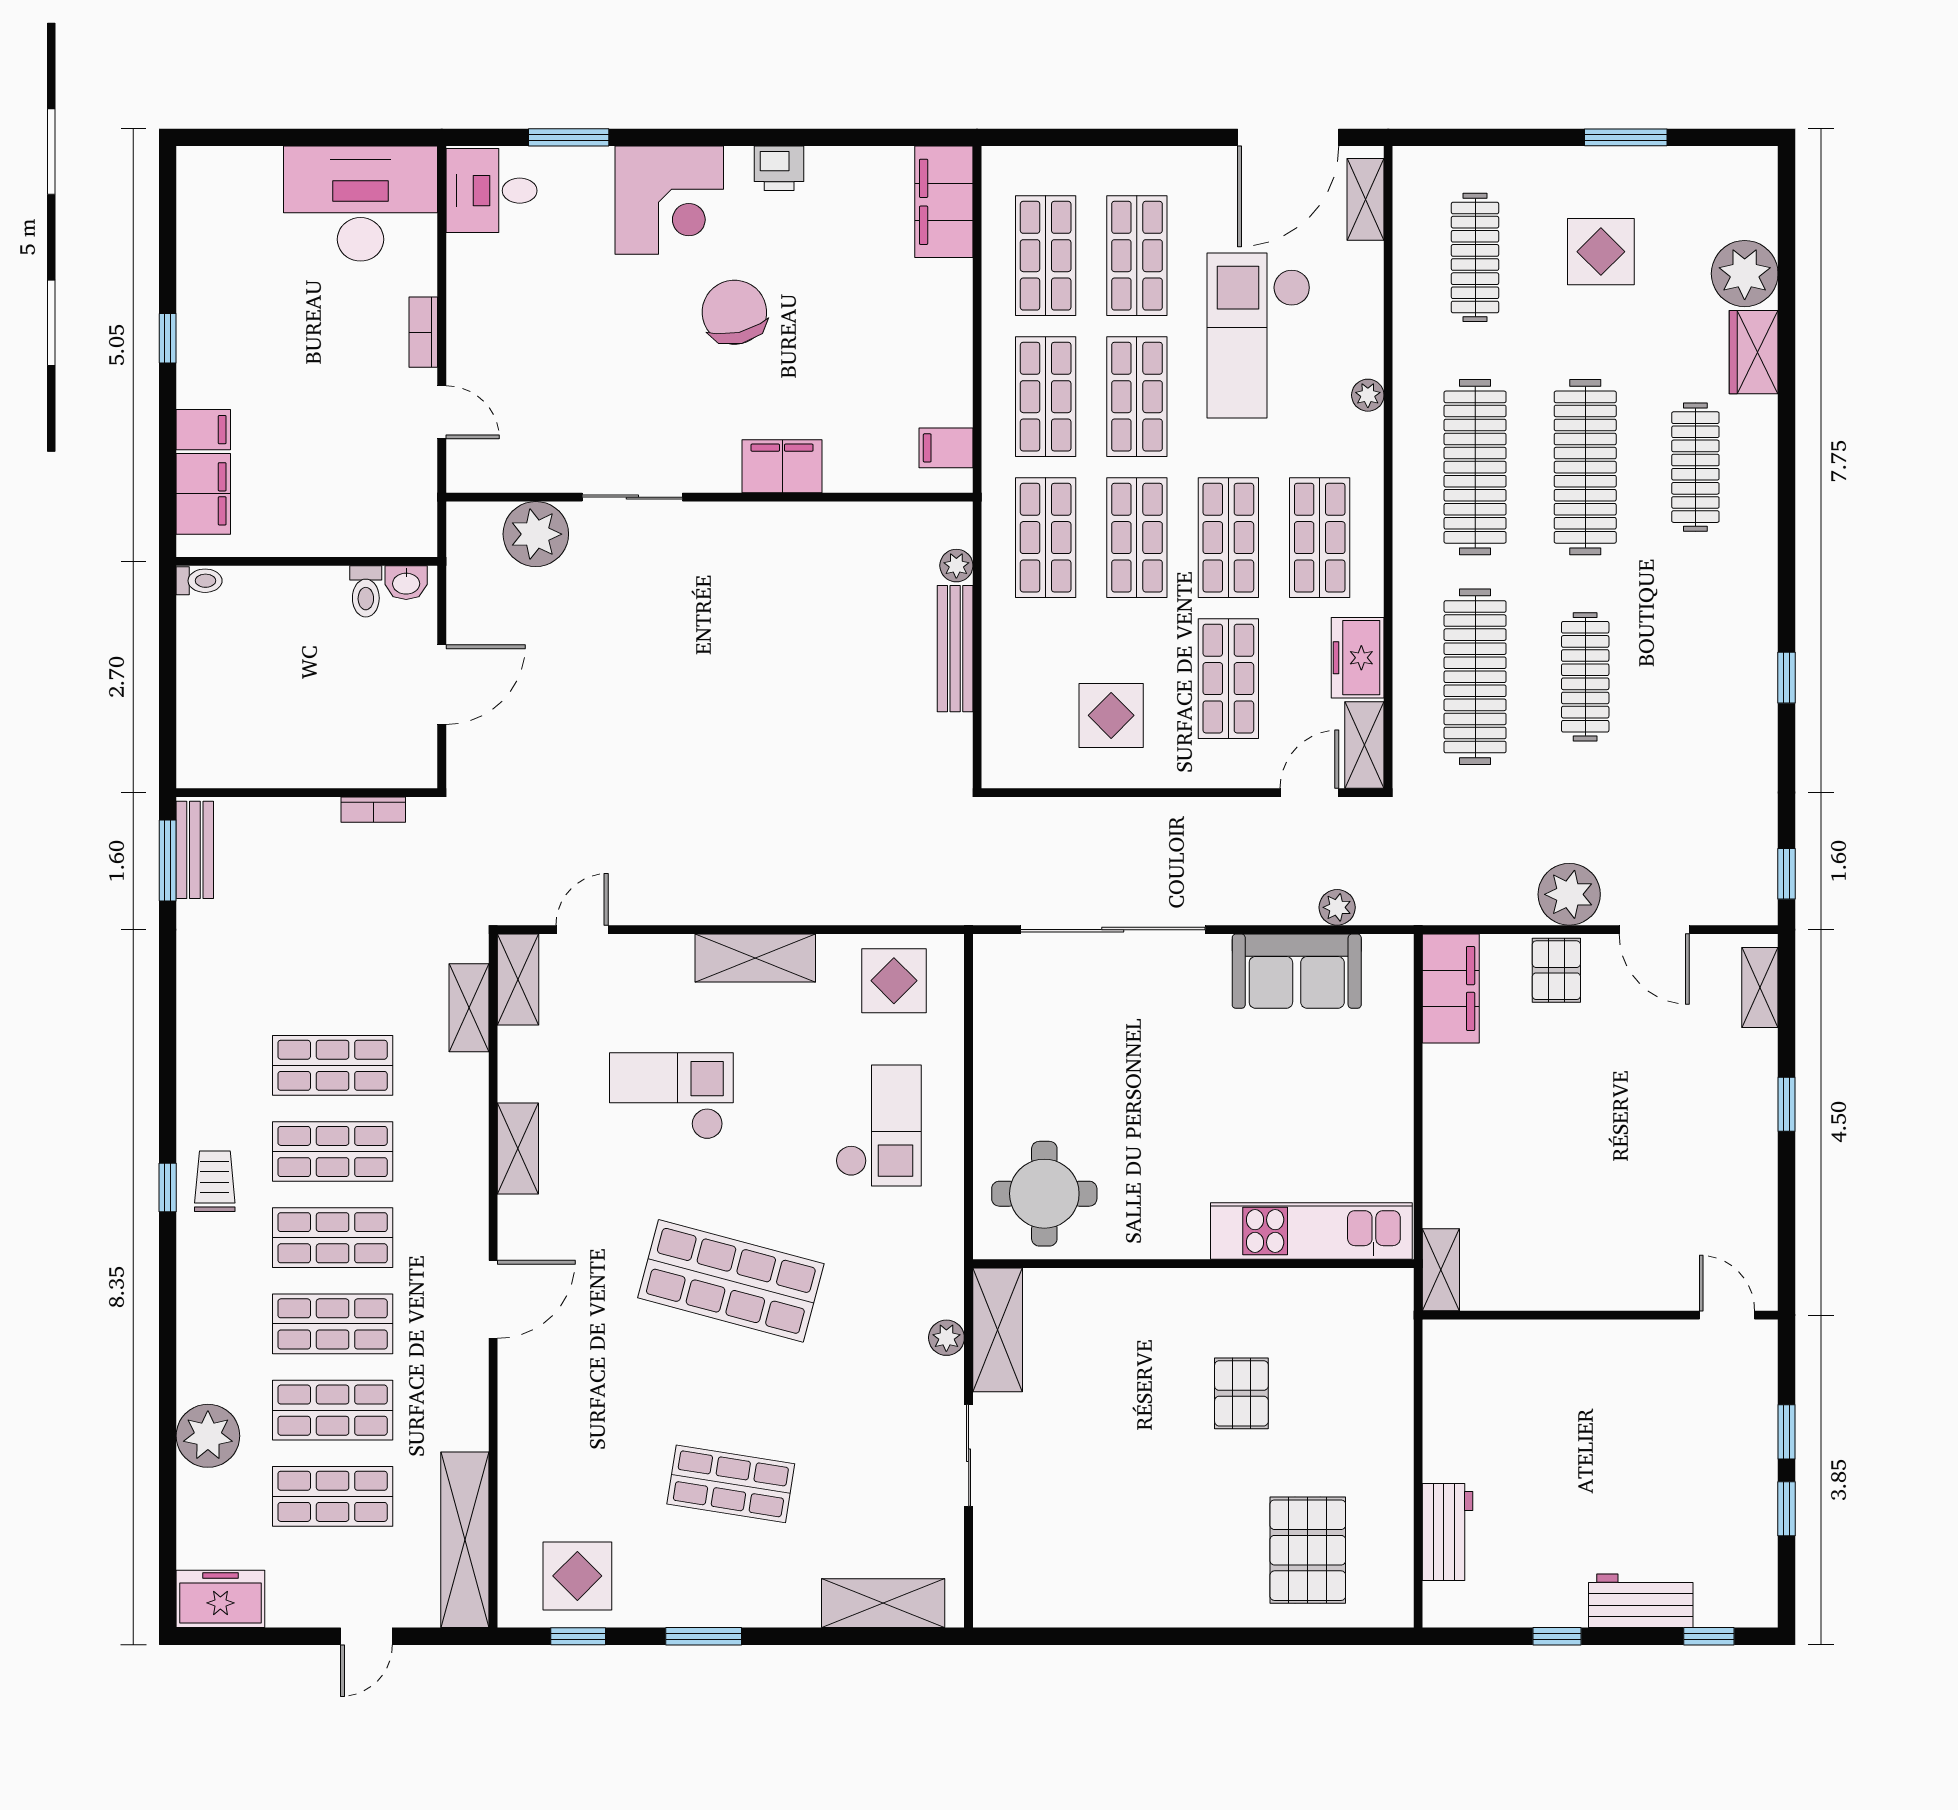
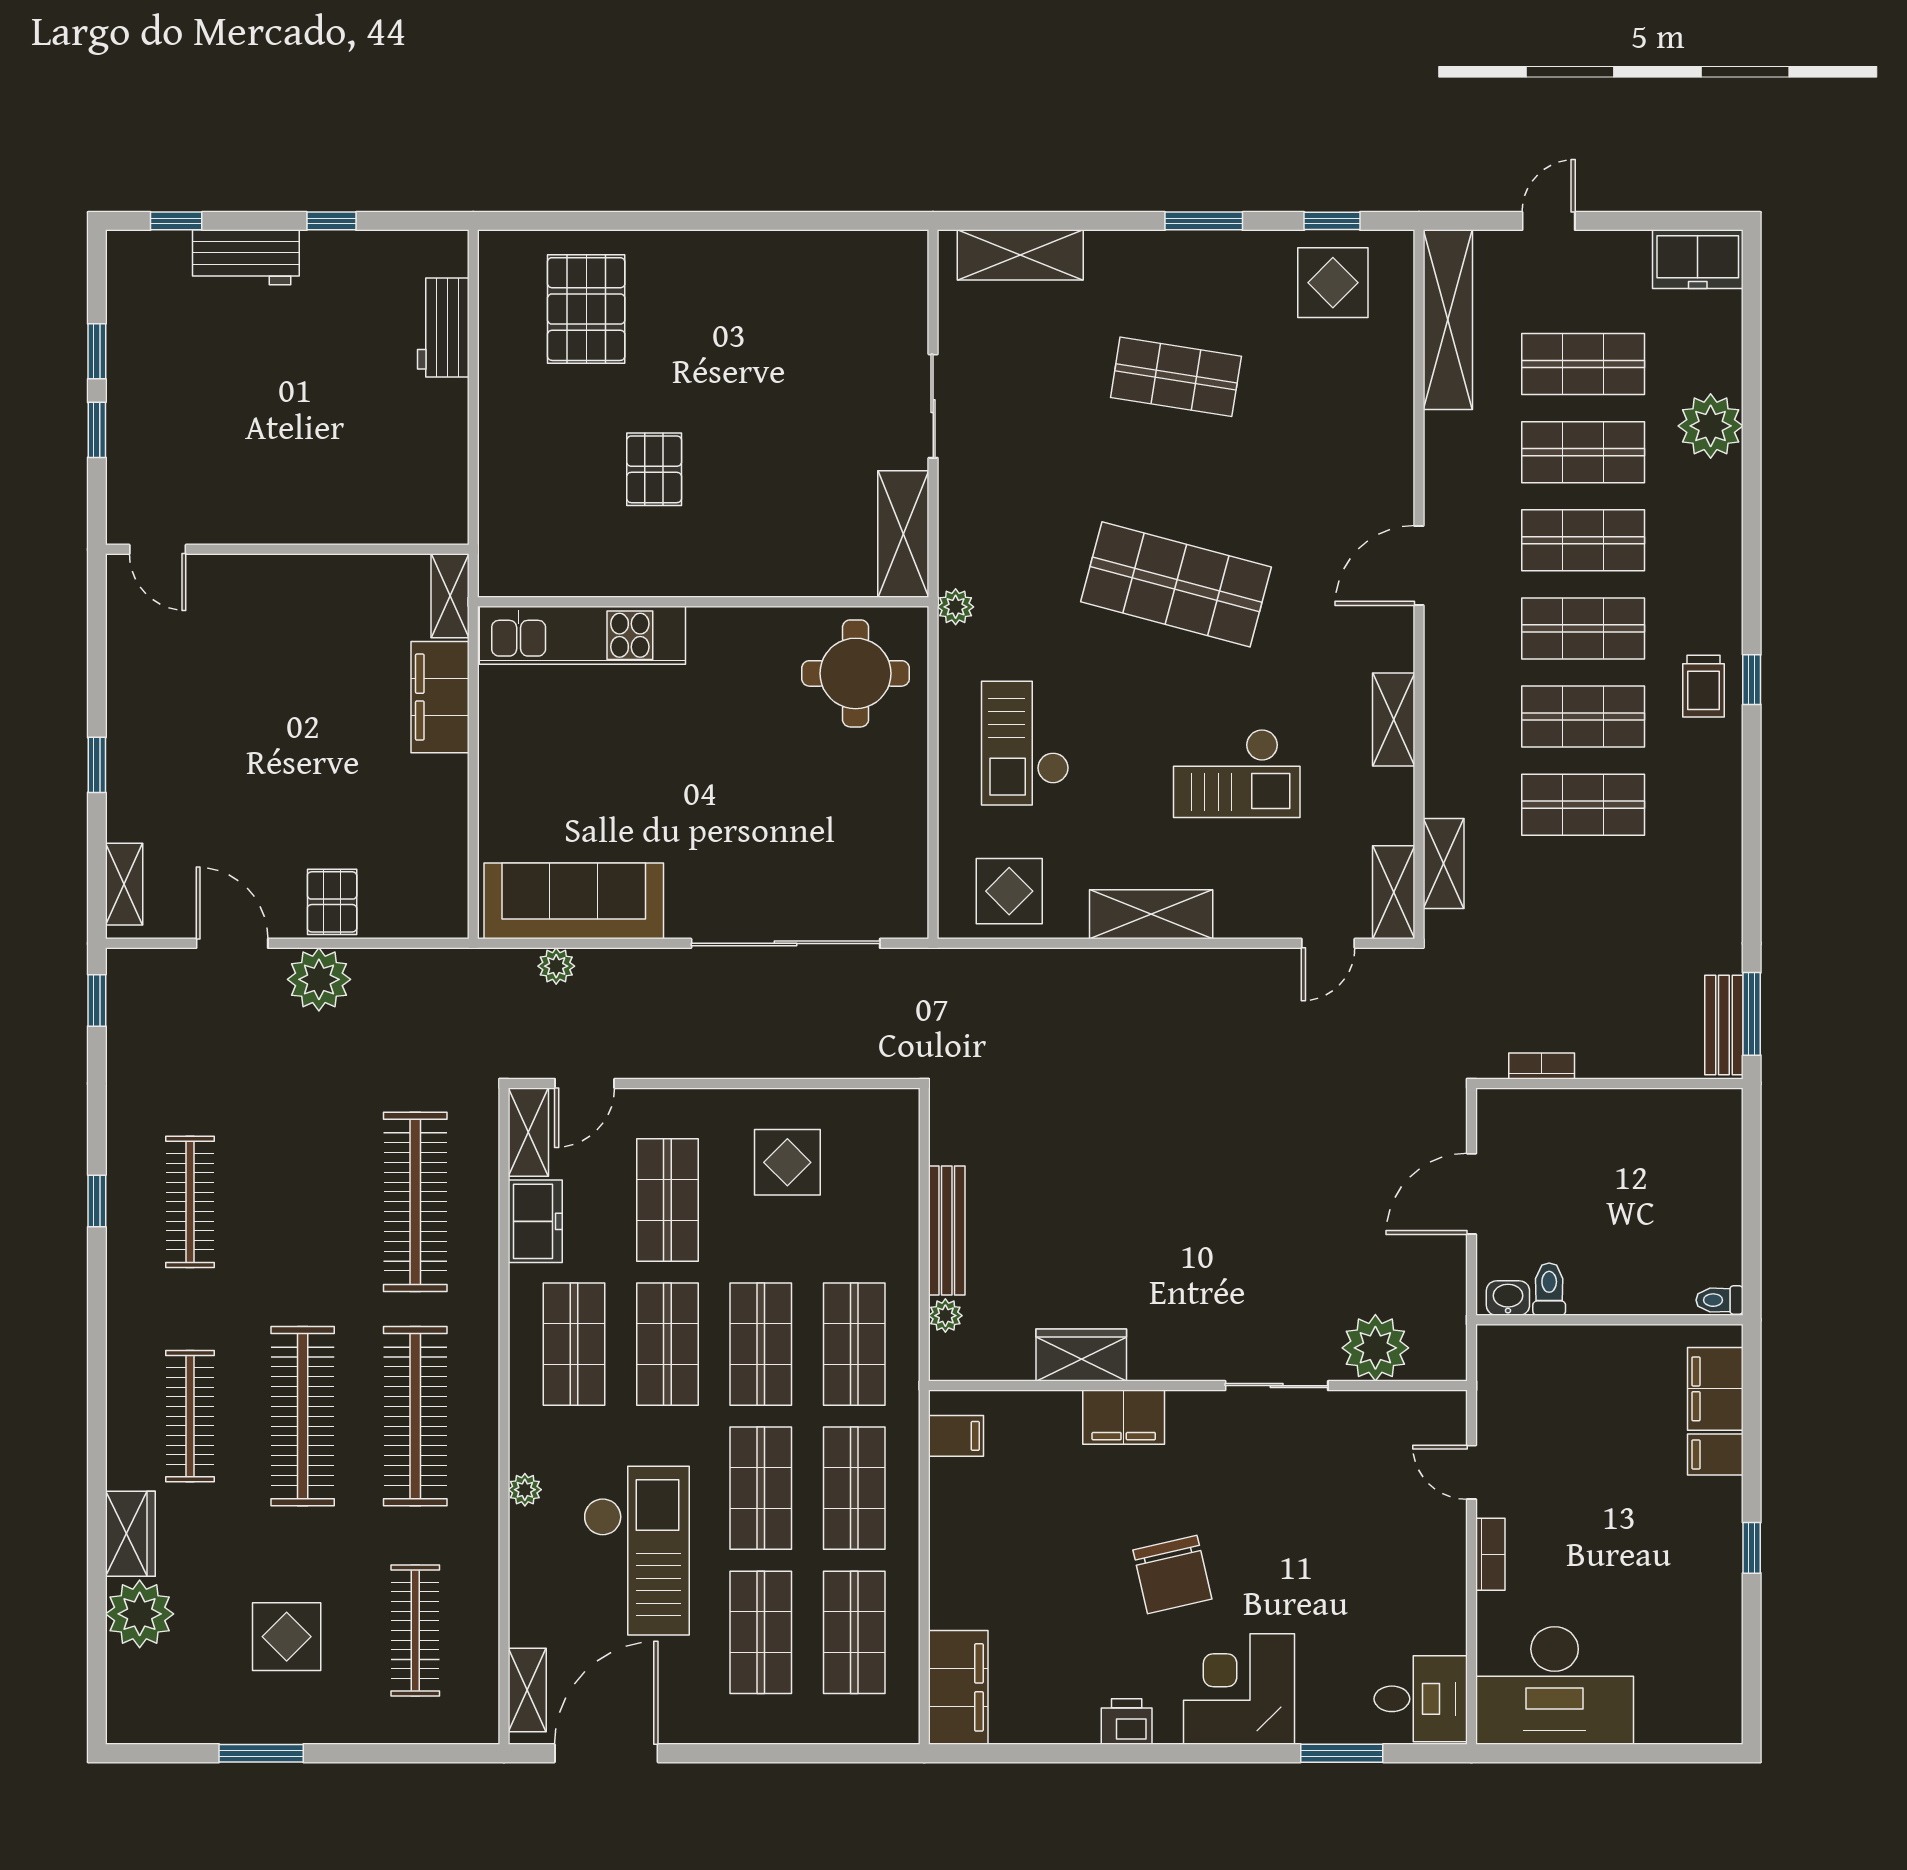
wardrobe: (824, 527) -> (1081, 1355), added
clothes rail: (1585, 677) -> (190, 1202), moved
sofa: (1297, 971) -> (574, 901), width x1.36
filing cabinet: (1451, 988) -> (440, 697), moved
plant: (946, 1338) -> (956, 607), moved

